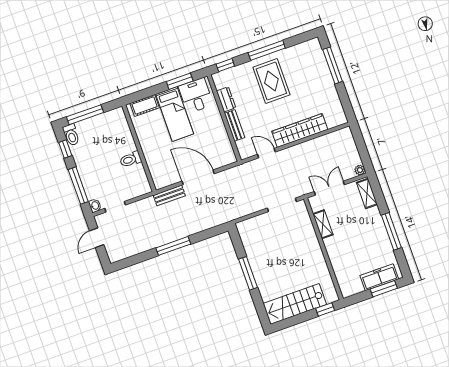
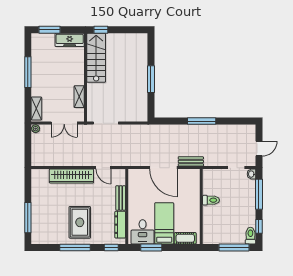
dresser: (226, 99) -> (120, 225), width x1.44
freezer: (379, 277) -> (70, 40), moved
stairs: (295, 304) -> (96, 58), moved, turned -90

